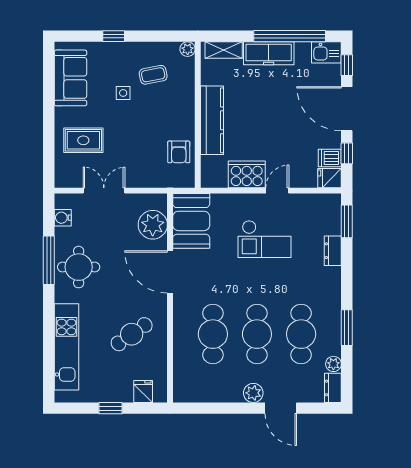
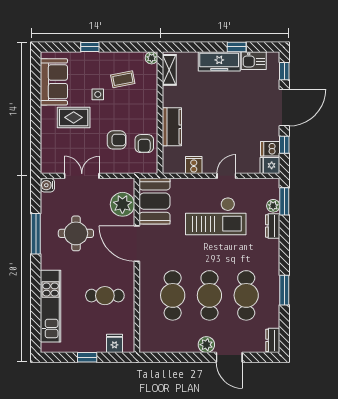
window: (290, 36) -> (237, 47), width x0.32
shelving: (224, 50) -> (169, 70), moved, turned 90
kitchen sink: (326, 52) -> (254, 61), moved
door: (347, 109) -> (284, 108), swing flipped
kitchen counter: (212, 120) -> (172, 127), width x0.67
rug: (83, 140) -> (74, 117), moved
armchair: (146, 148) -> (117, 140), added
cooker: (247, 174) -> (194, 165), width x0.53, depth x0.76
water cooler: (63, 218) -> (47, 185), moved
checkout: (265, 239) -> (216, 216), width x1.36, depth x1.21
round table: (79, 267) -> (76, 233), moved
cafe table: (132, 334) -> (105, 296), turned 35
plant: (333, 364) -> (273, 206), moved

